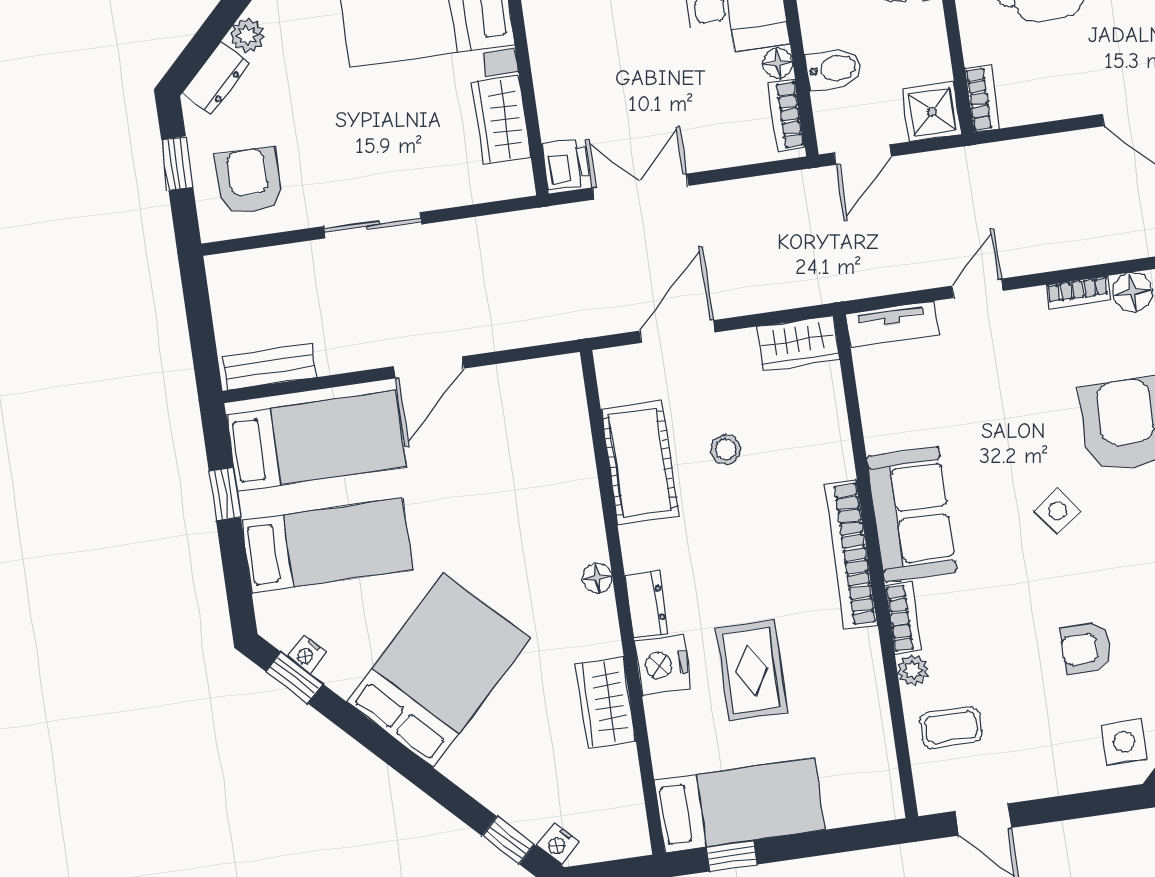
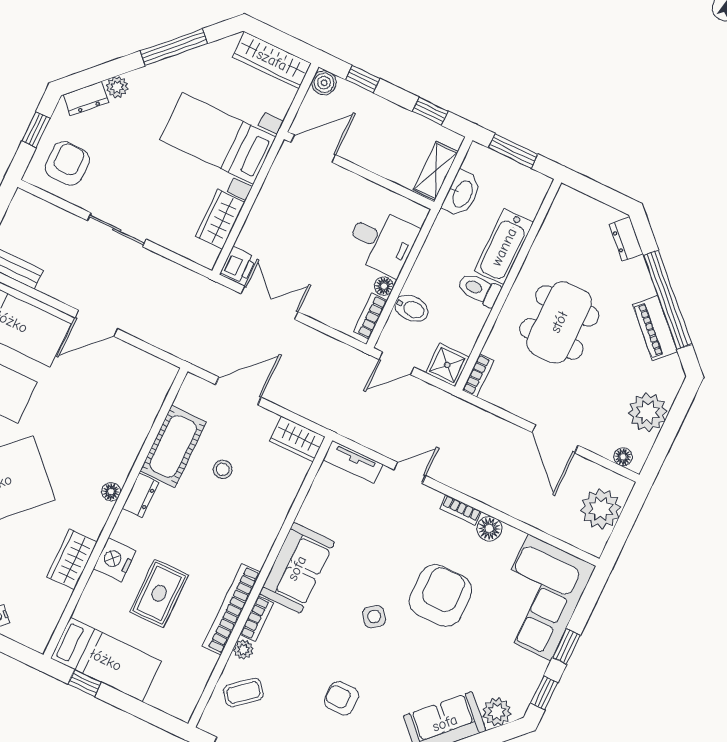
bookcase: (851, 555) -> (231, 609), moved
dresser: (647, 604) -> (140, 495), moved
coffee table: (951, 727) -> (243, 692), turned -40

